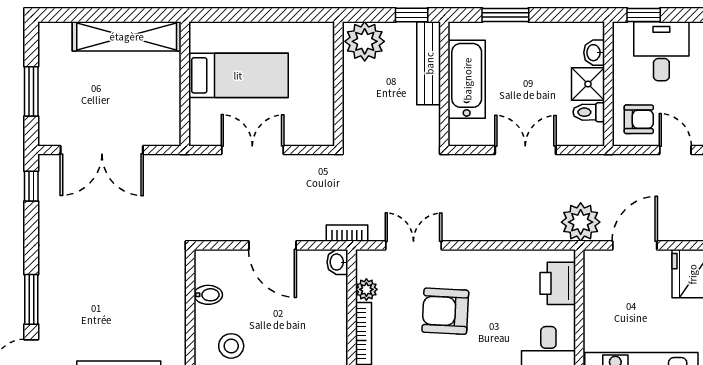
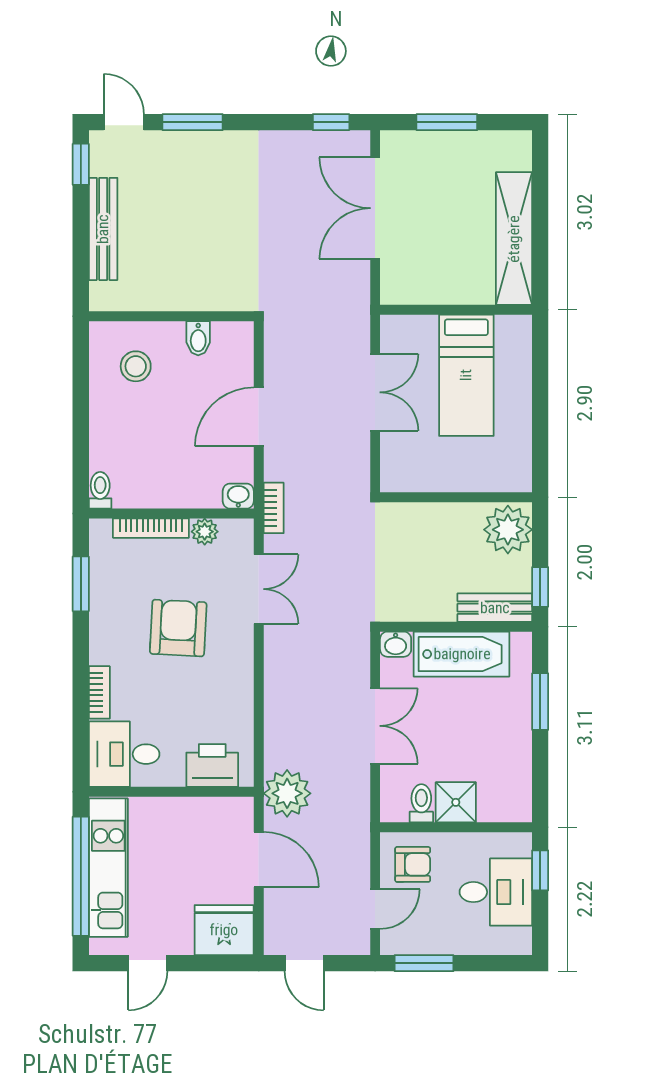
washbasin: (594, 53) -> (396, 644), moved, turned 180
bench: (429, 63) -> (495, 608), width x0.73
armchair: (639, 119) -> (413, 864), turned -90

